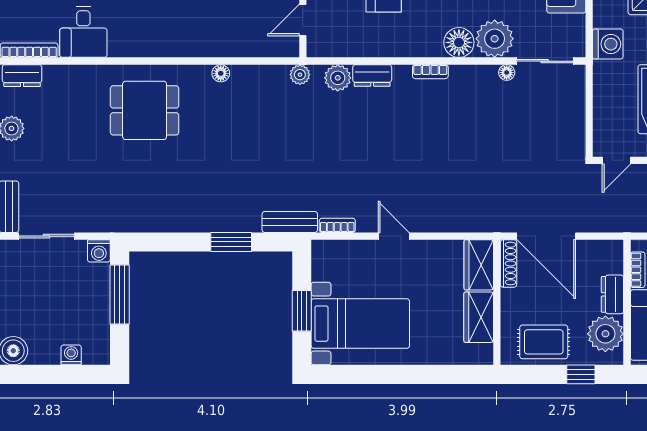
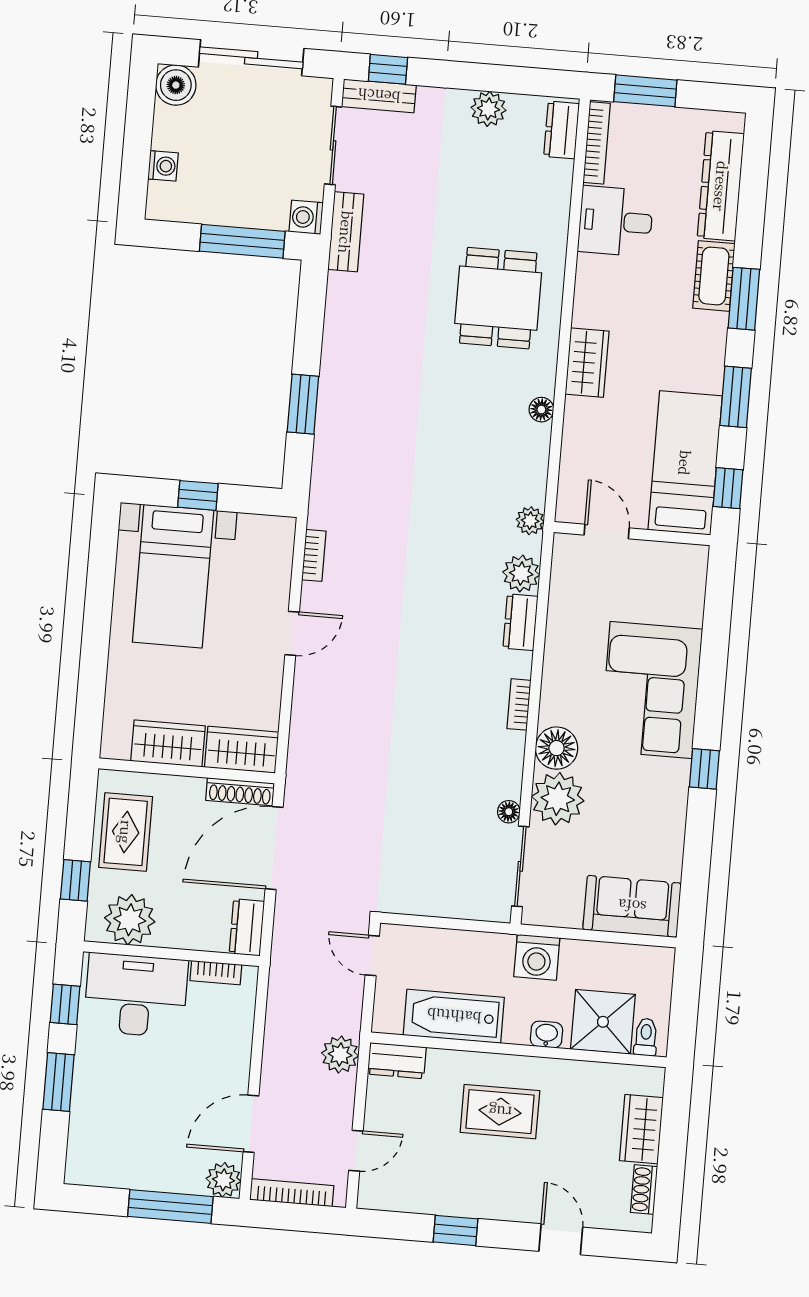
wardrobe: (185, 44) -> (587, 363), added
bench: (290, 222) -> (346, 232), moved
dresser: (612, 294) -> (247, 927), moved, turned -90
window: (302, 311) -> (198, 495), width x0.67

